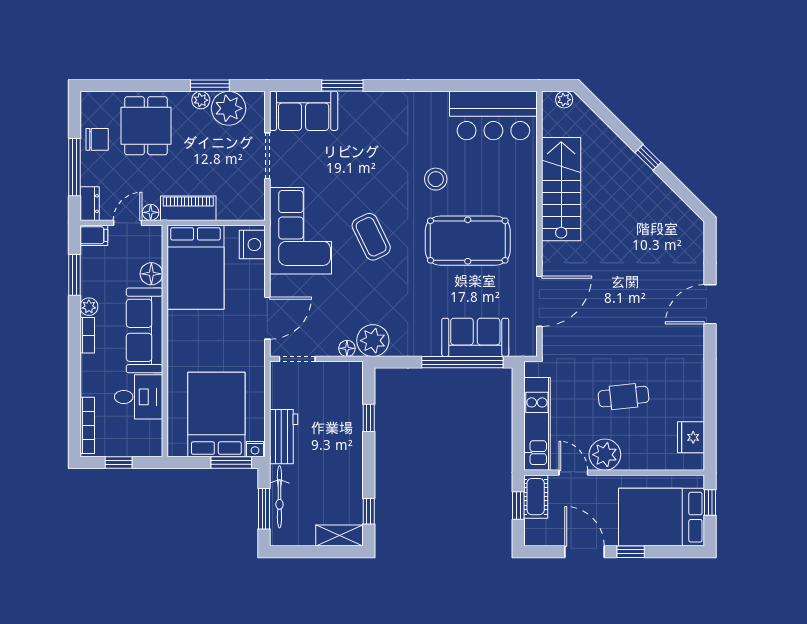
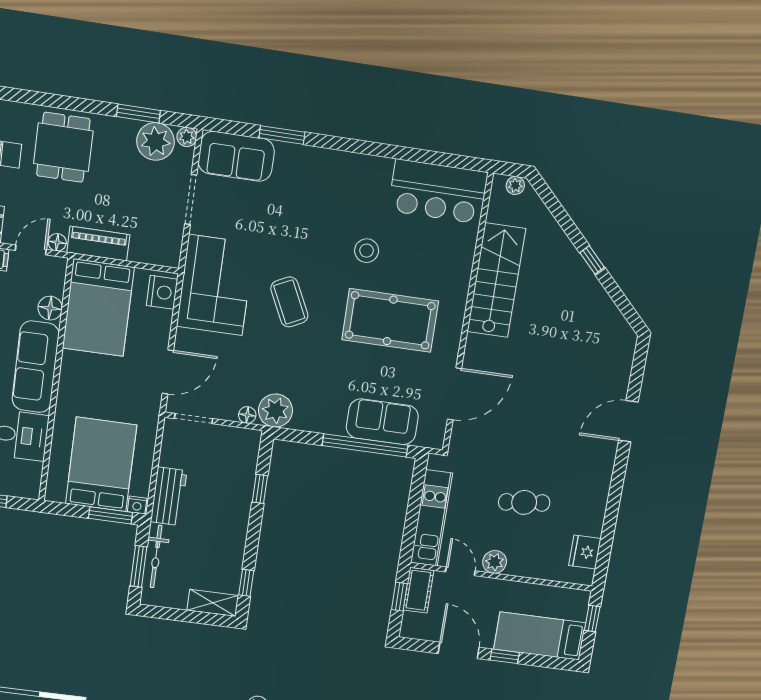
plant: (201, 100) -> (187, 137), moved
plant: (605, 455) -> (495, 562), width x0.73, depth x0.73
bed: (662, 517) -> (540, 636), width x0.67

